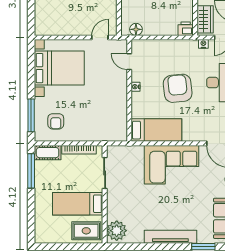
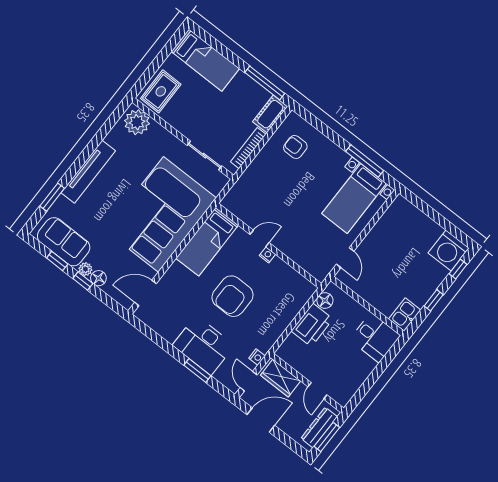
printer: (186, 29) -> (312, 325), moved, width x1.87, depth x1.48
door: (129, 62) -> (260, 238), moved
bed with nightstands: (59, 68) -> (354, 198), width x0.73
armchair: (178, 88) -> (233, 296), turned 96
window: (31, 115) -> (365, 161), moved
corner sofa: (172, 165) -> (161, 214), width x1.36, depth x1.36
bed: (78, 204) -> (205, 60), moved, turned 90

